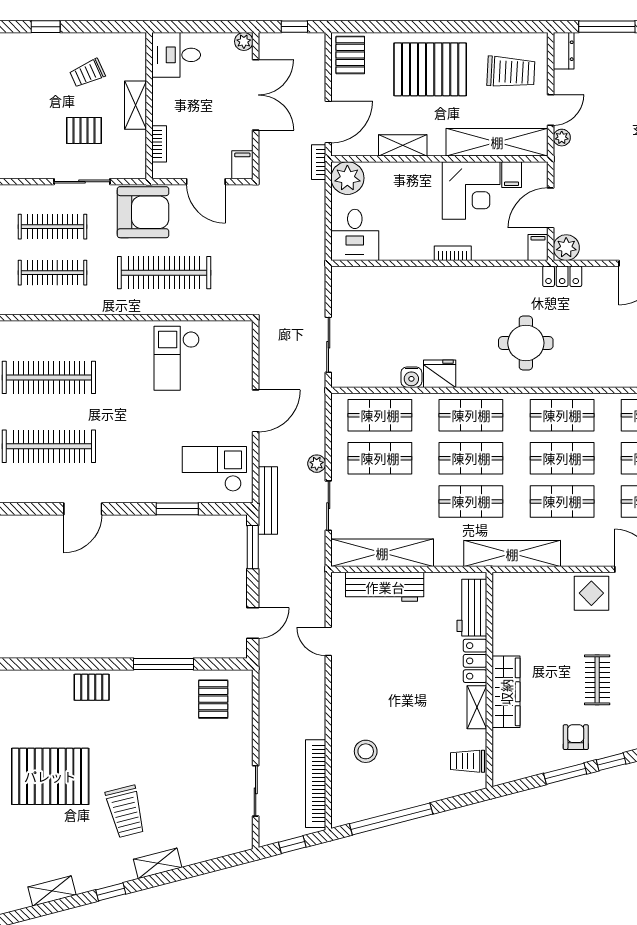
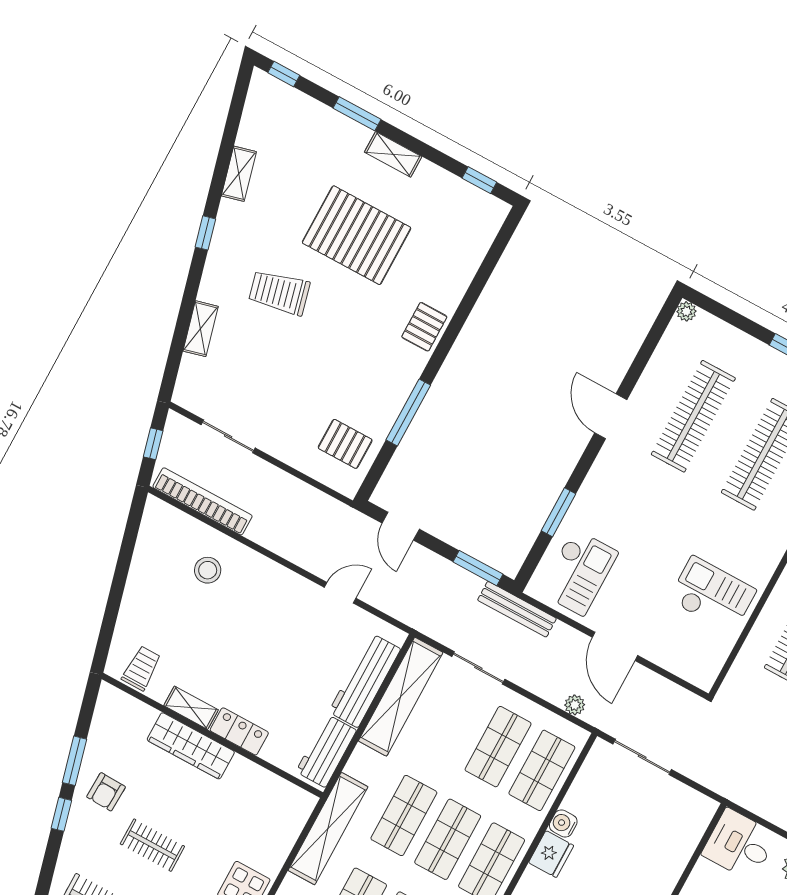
plant: (317, 464) -> (575, 705), moved
workbench: (472, 608) -> (326, 751), moved, turned -90
armchair: (576, 737) -> (106, 792), turned 92
pallet: (50, 776) -> (357, 235), turned 90
window: (391, 819) -> (125, 559), removed
shelving: (158, 863) -> (201, 329), moved

